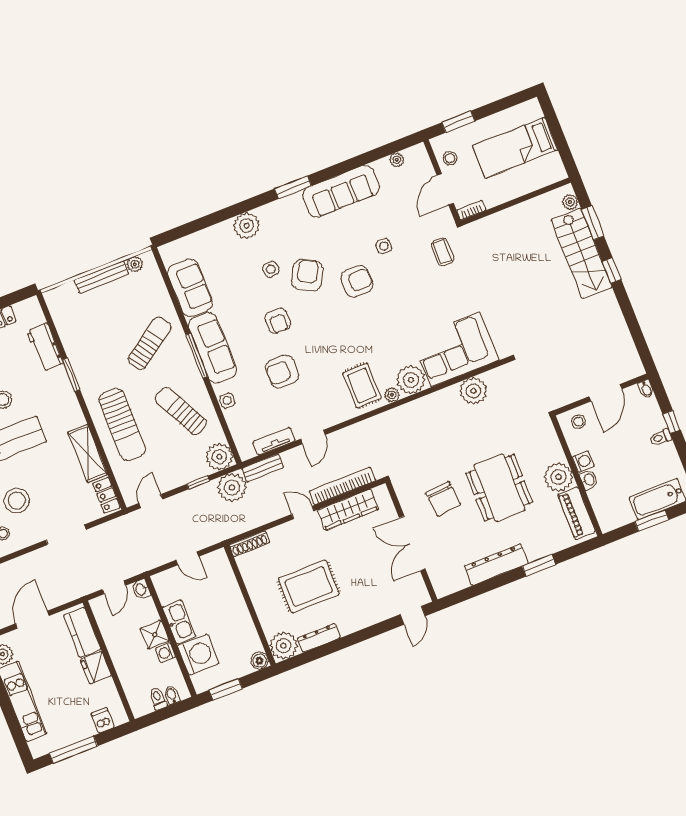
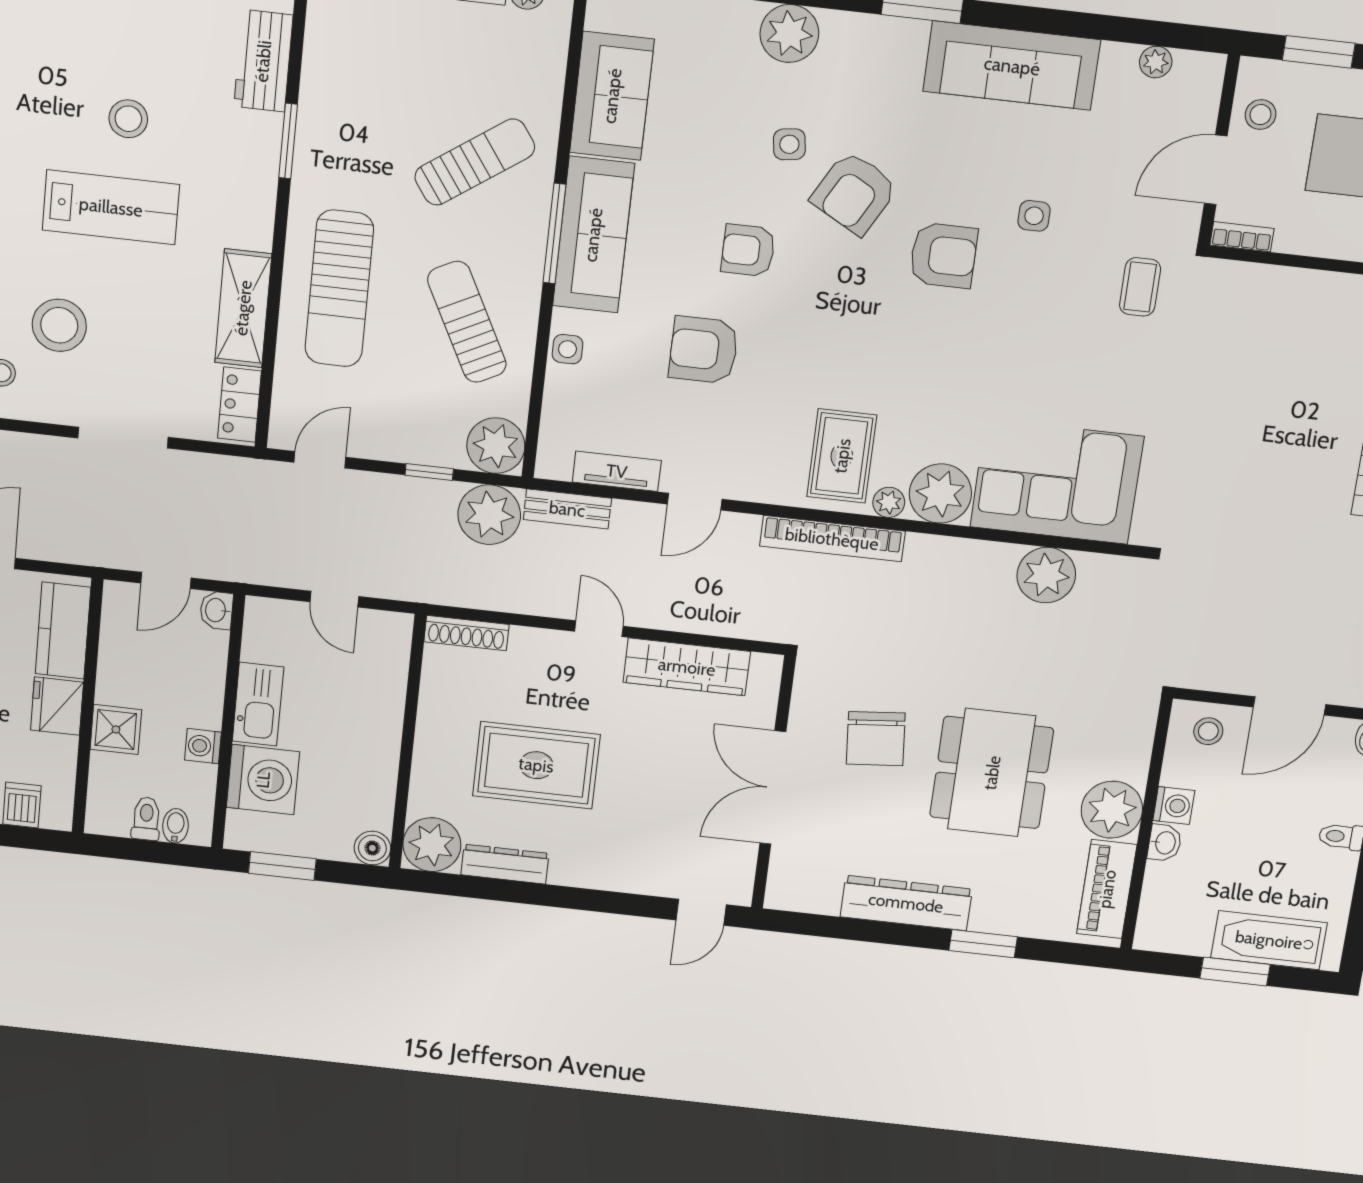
armchair: (307, 275) -> (854, 193), turned 180
armchair: (278, 321) -> (748, 250), turned 90
bookcase: (342, 486) -> (832, 539), moved, turned 180
shower: (155, 635) -> (116, 729), moved

